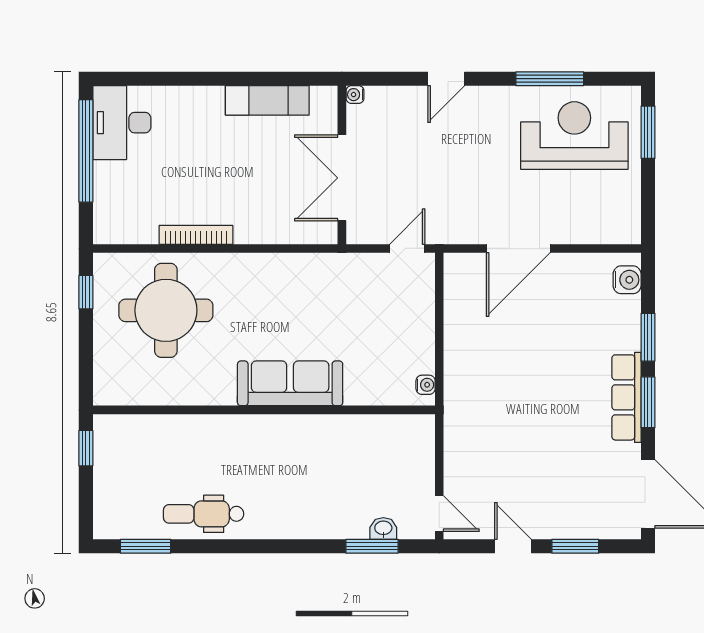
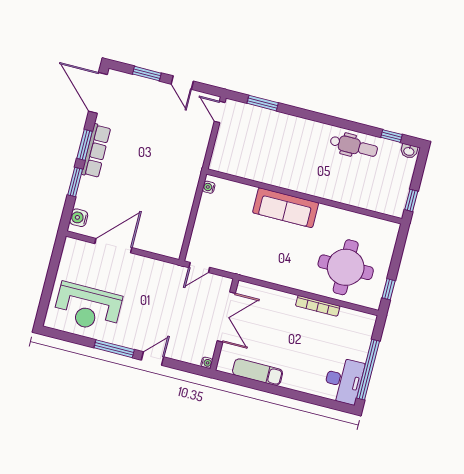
window: (550, 79) -> (114, 349), moved
window: (648, 132) -> (45, 299), removed
door: (518, 248) -> (113, 246), moved
washbasin: (383, 528) -> (409, 151), moved
window: (146, 546) -> (392, 136), width x0.67

